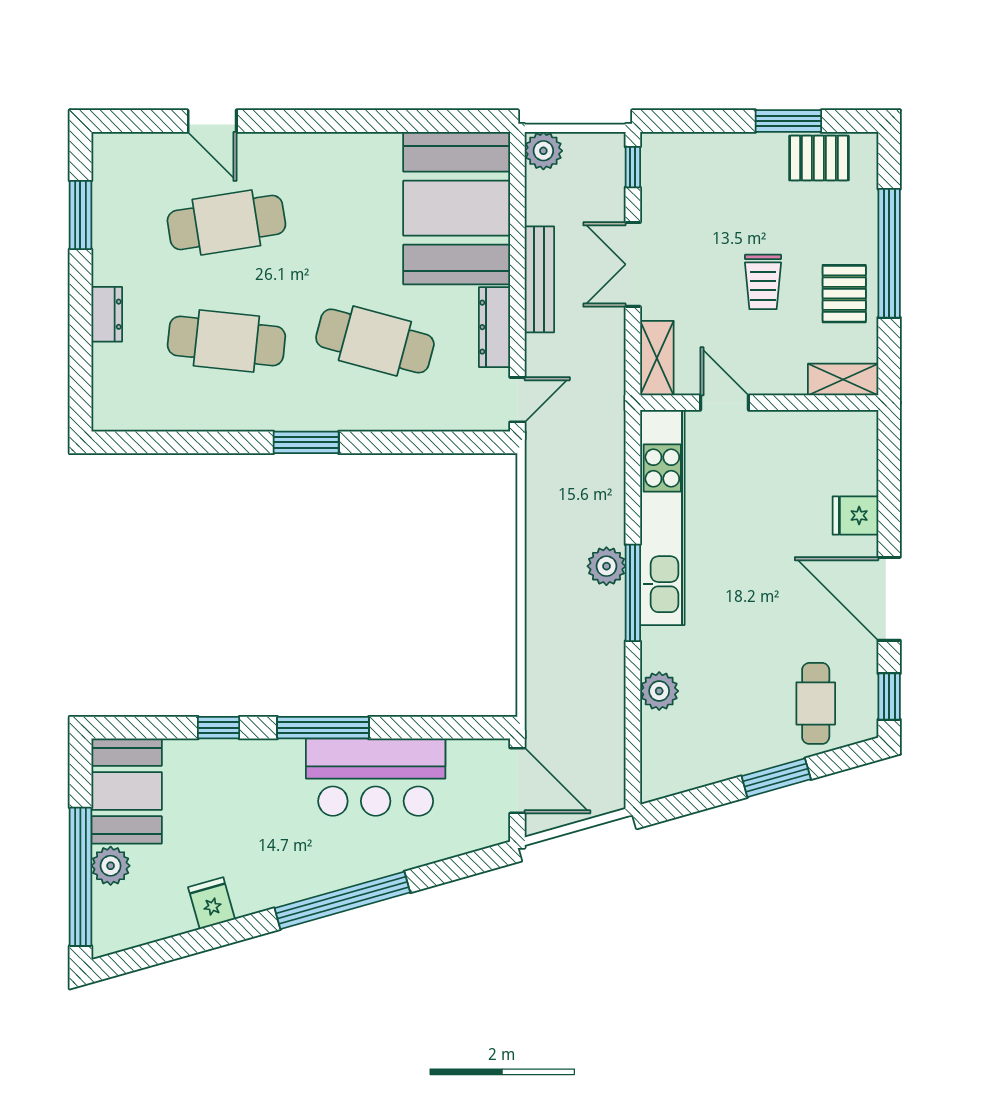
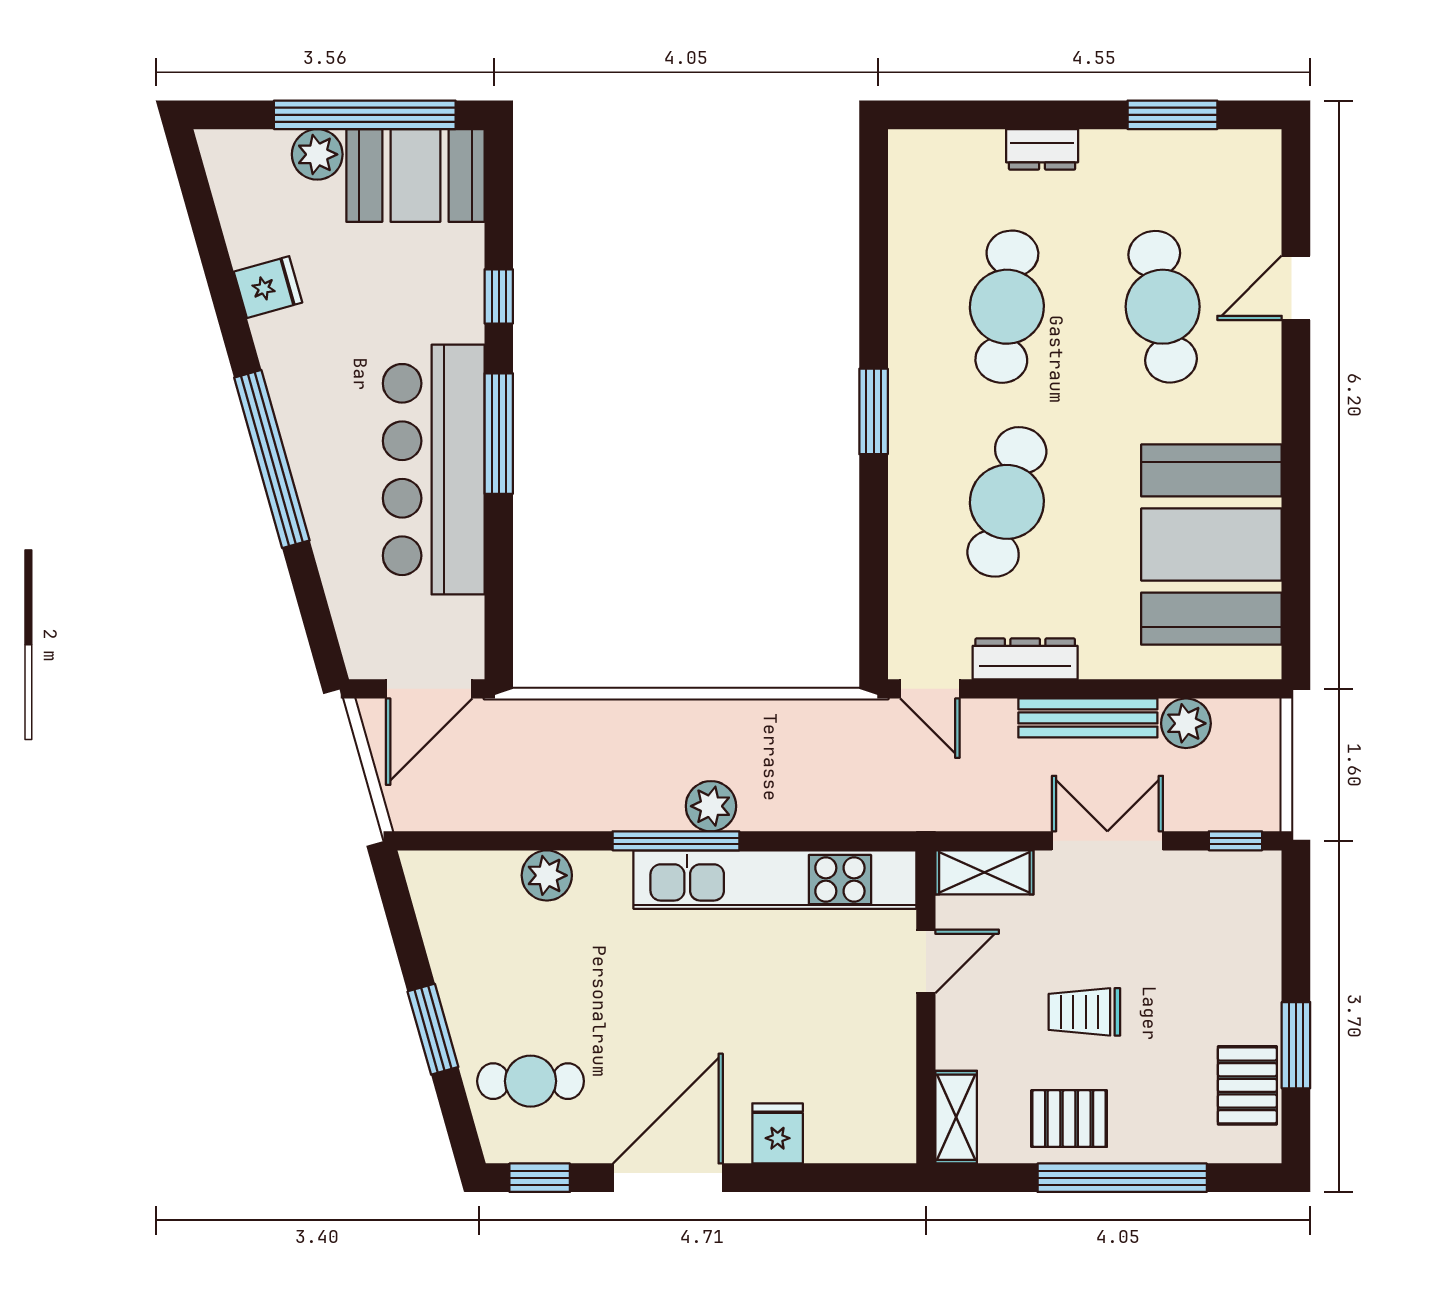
plant: (543, 151) -> (1186, 723), moved
booth: (457, 208) -> (1211, 545), moved, turned 90
bar counter: (376, 777) -> (434, 470), width x1.36
window: (80, 877) -> (365, 115), moved

